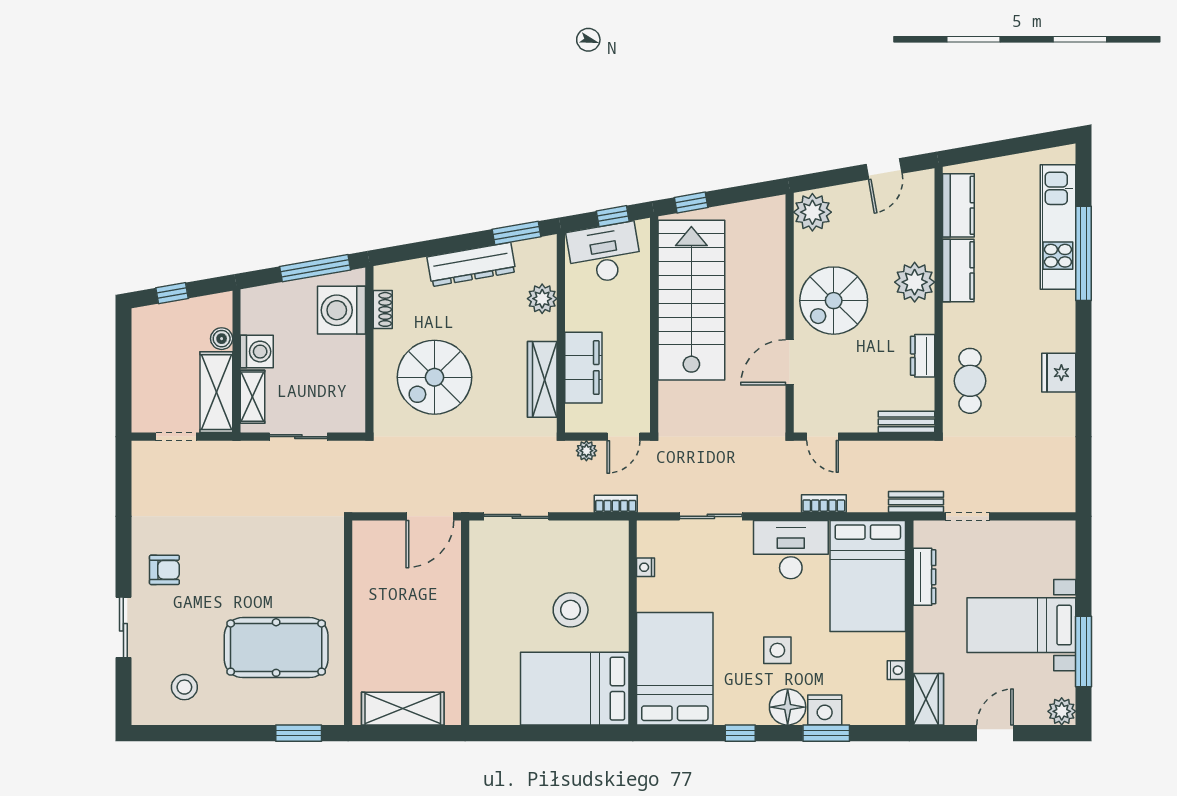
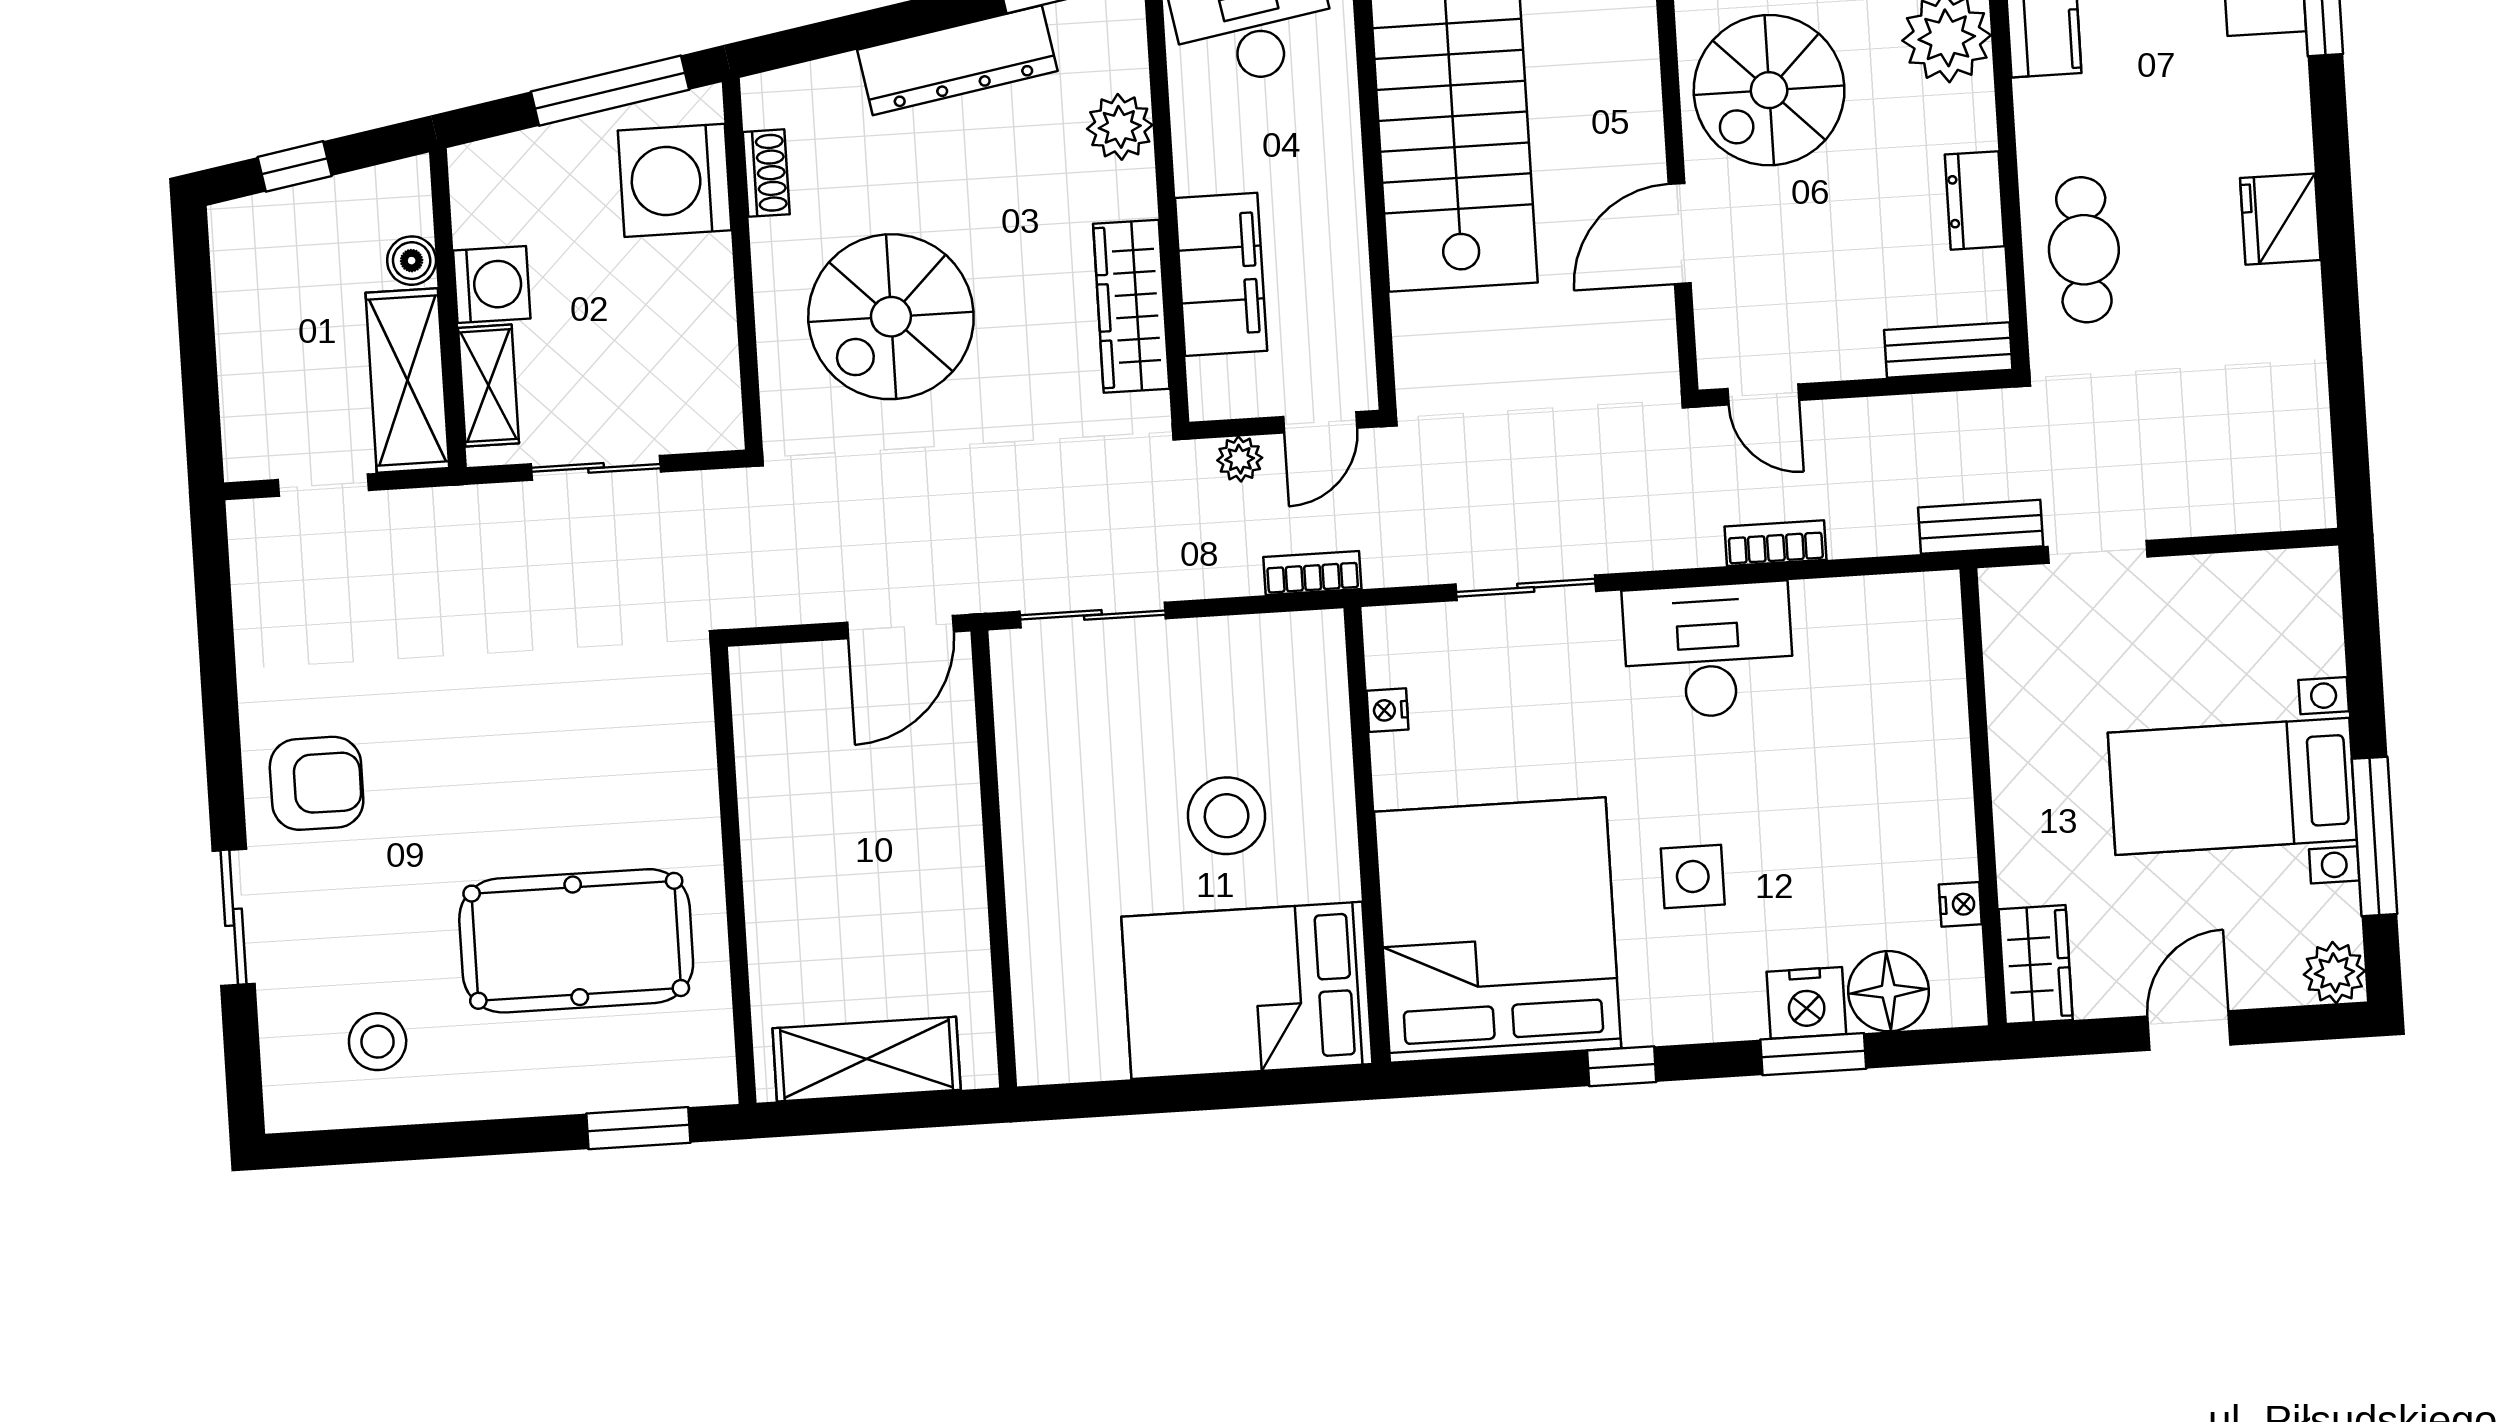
armchair: (164, 570) -> (317, 783), width x1.38, depth x1.38
bed: (868, 576) -> (1884, 699), removed
dresser: (925, 577) -> (2010, 692), removed
bed: (675, 669) -> (1498, 930), width x1.36
floor lamp: (788, 707) -> (1888, 991), moved

